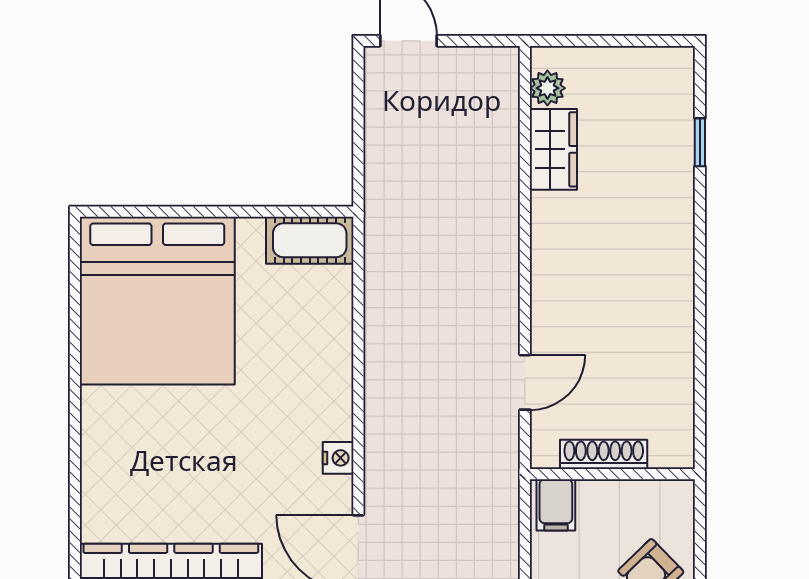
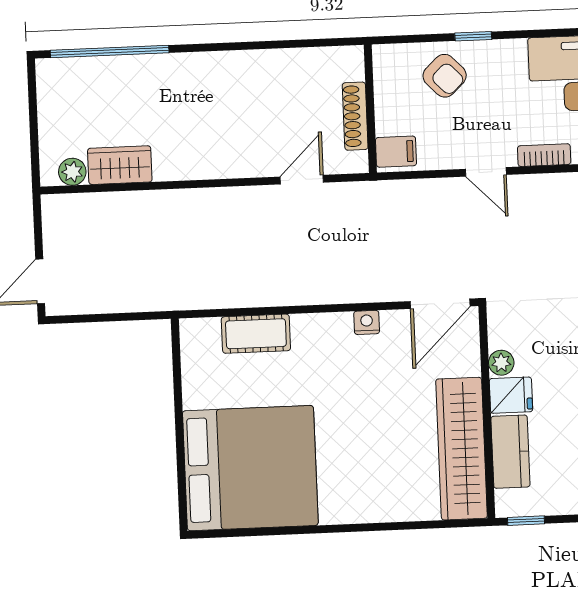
window: (700, 142) -> (110, 51), width x3.17
cot: (310, 240) -> (256, 334), moved, turned 90
door: (525, 382) -> (302, 180), hinge flipped

